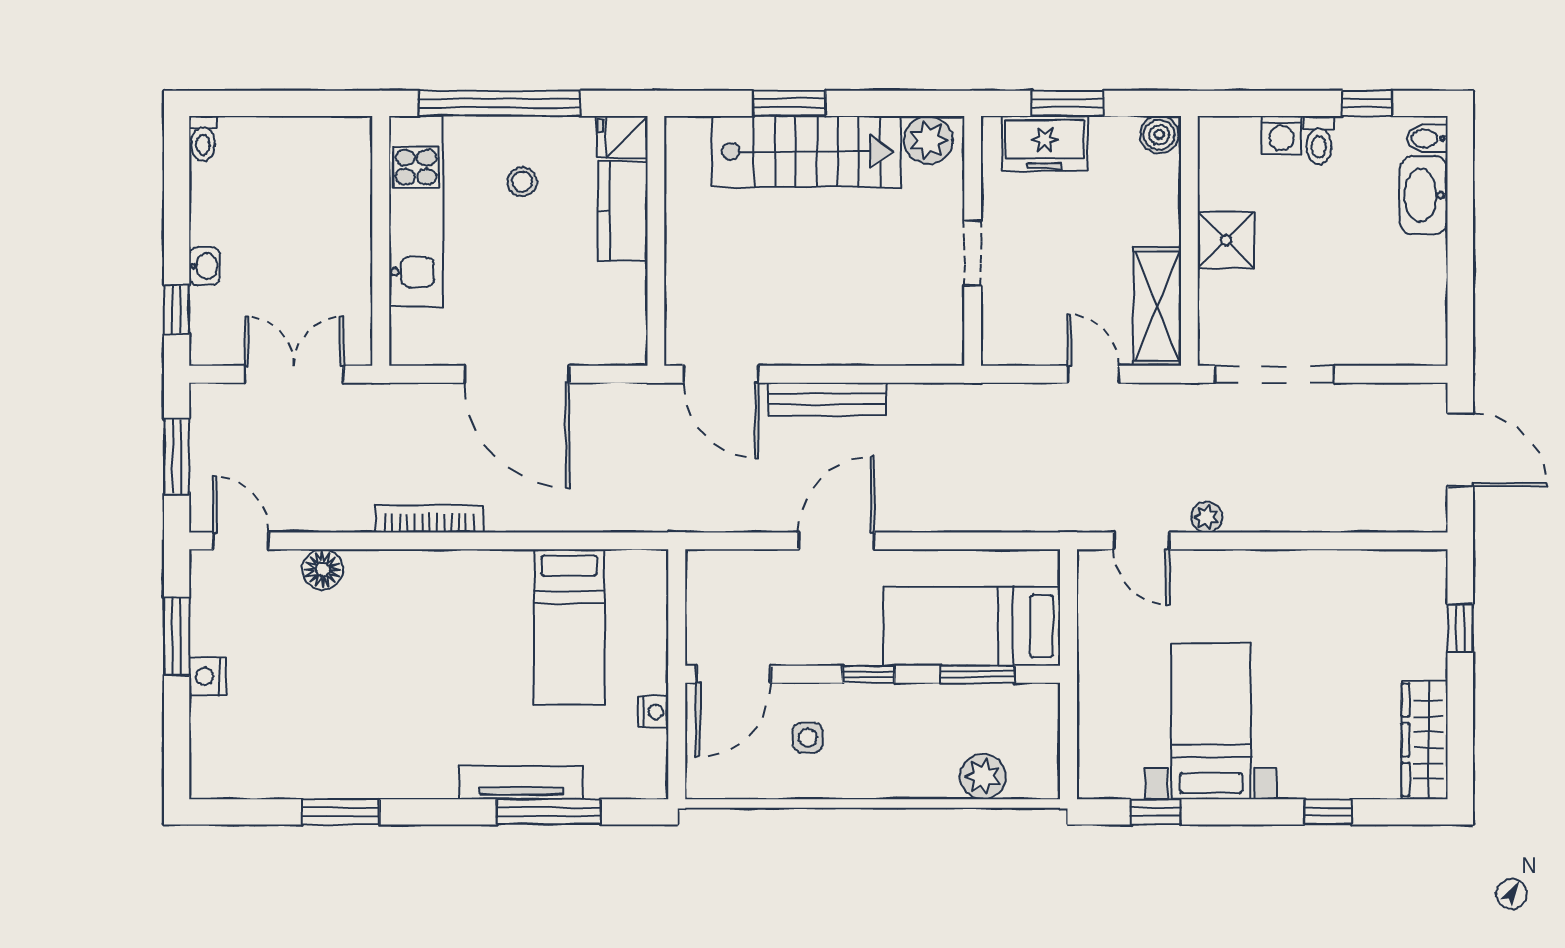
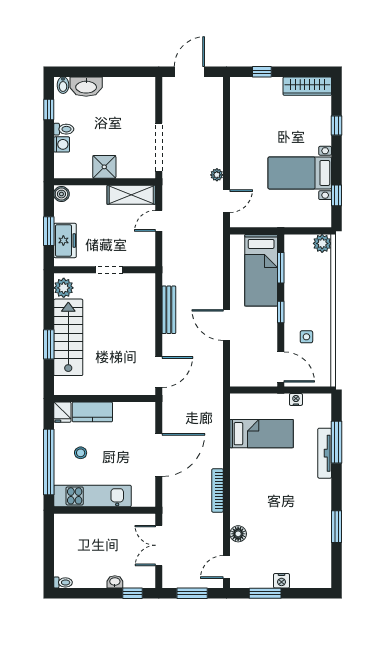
bench: (827, 399) -> (169, 310), moved
plant: (983, 777) -> (322, 243), moved

